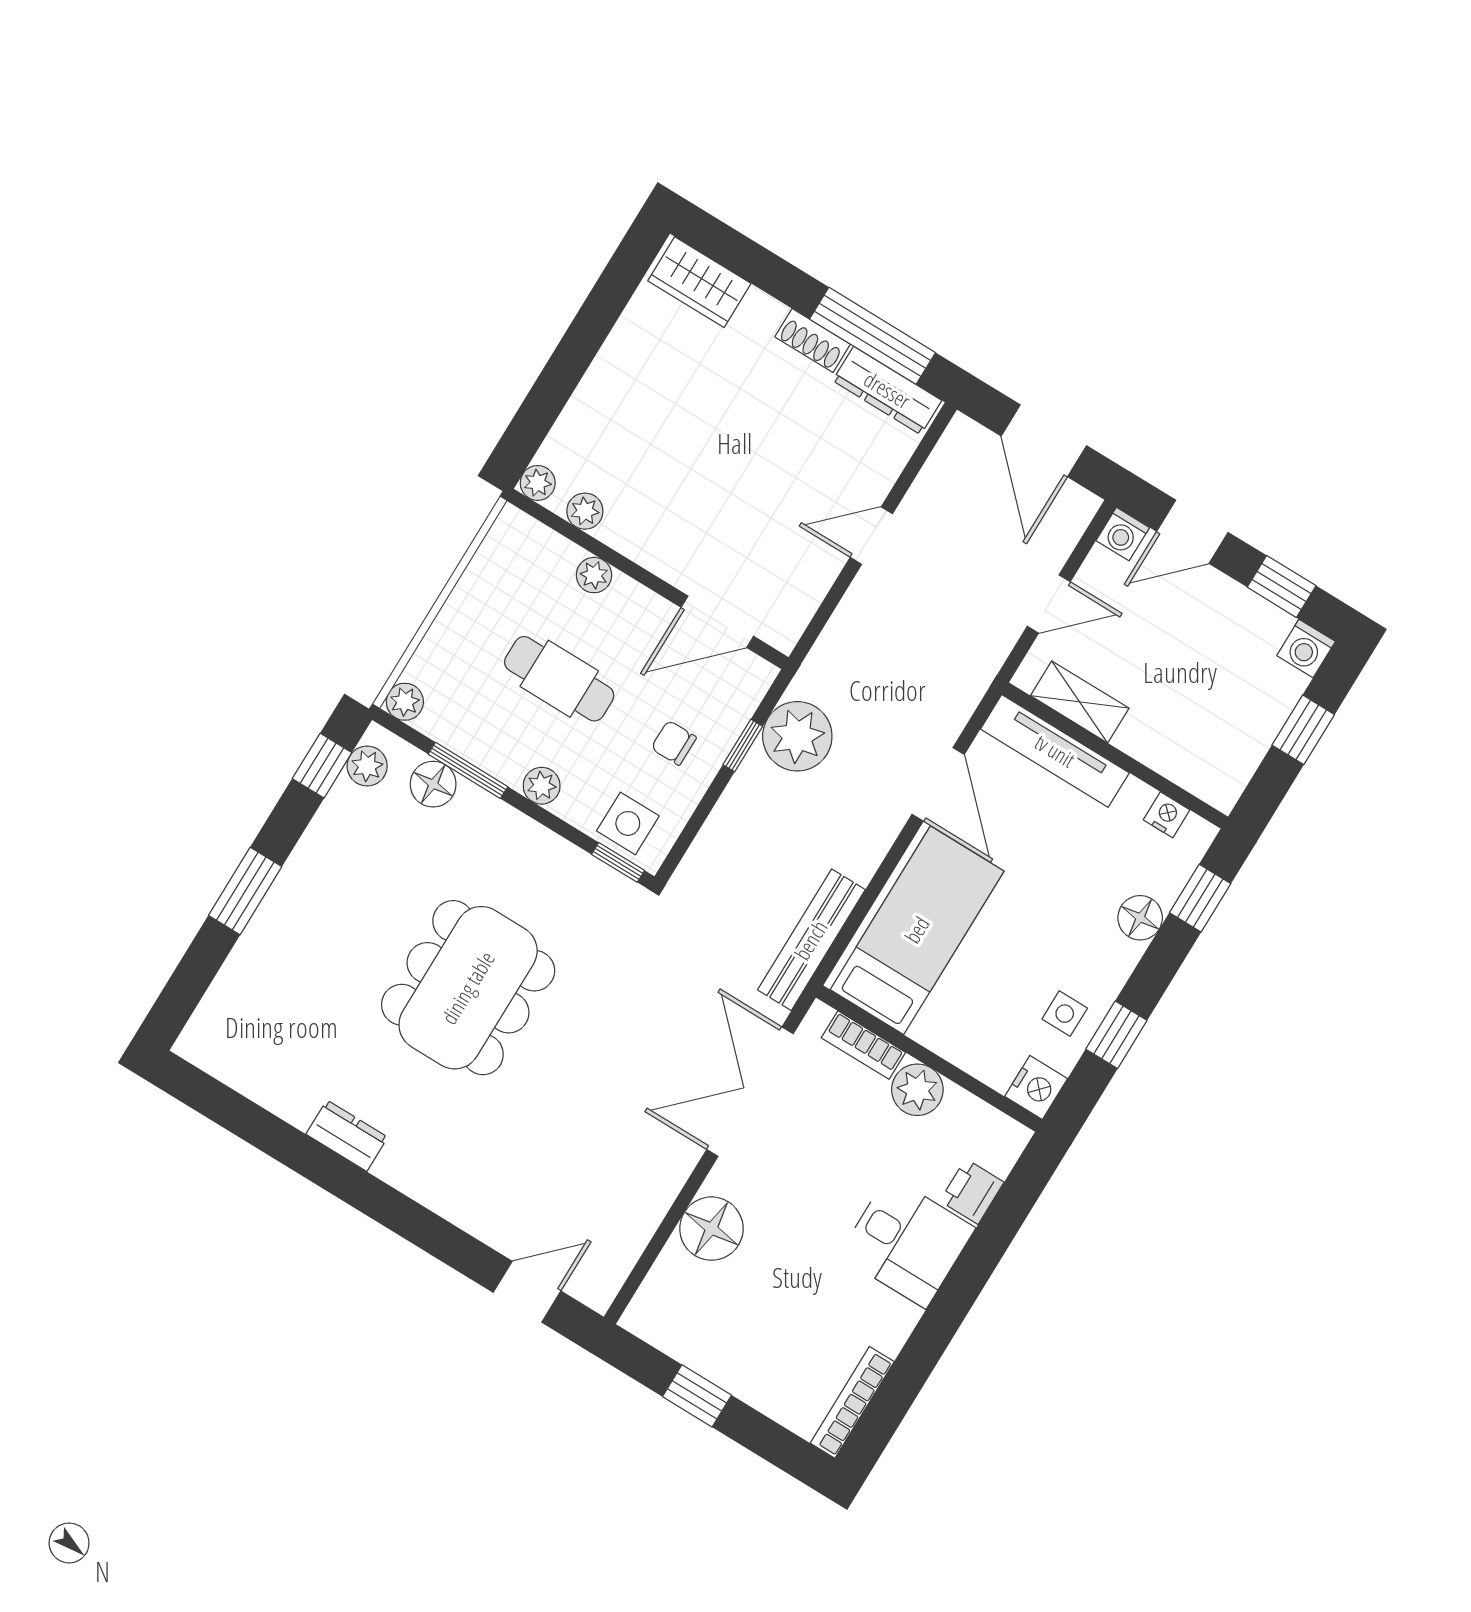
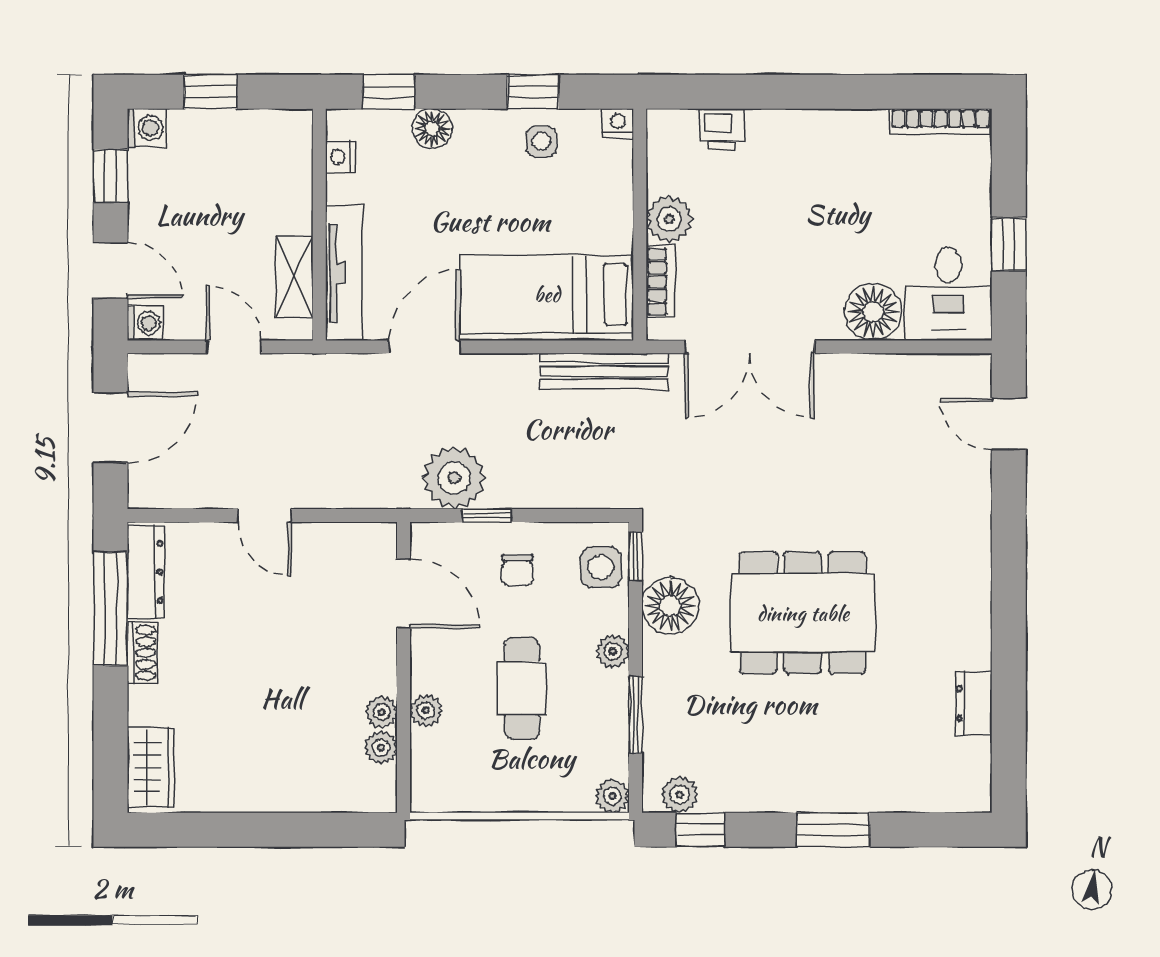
plant: (538, 483) -> (382, 712), moved
floor lamp: (433, 784) -> (670, 606), moved, width x1.38, depth x1.38
nightstand: (1036, 1087) -> (618, 123), width x0.72, depth x0.74
dresser: (347, 1136) -> (974, 703), moved
desk: (907, 1242) -> (948, 294), moved, turned 180

